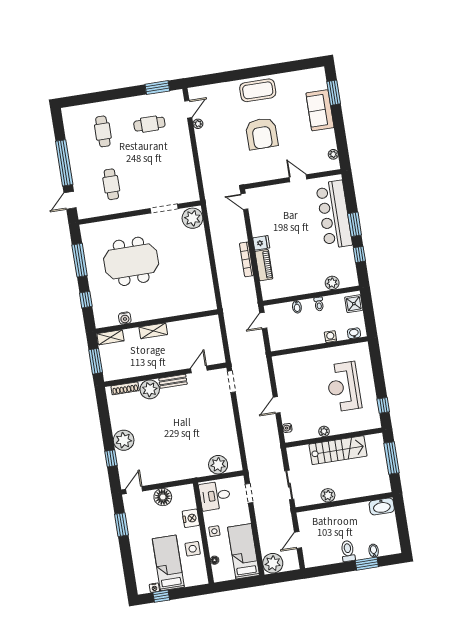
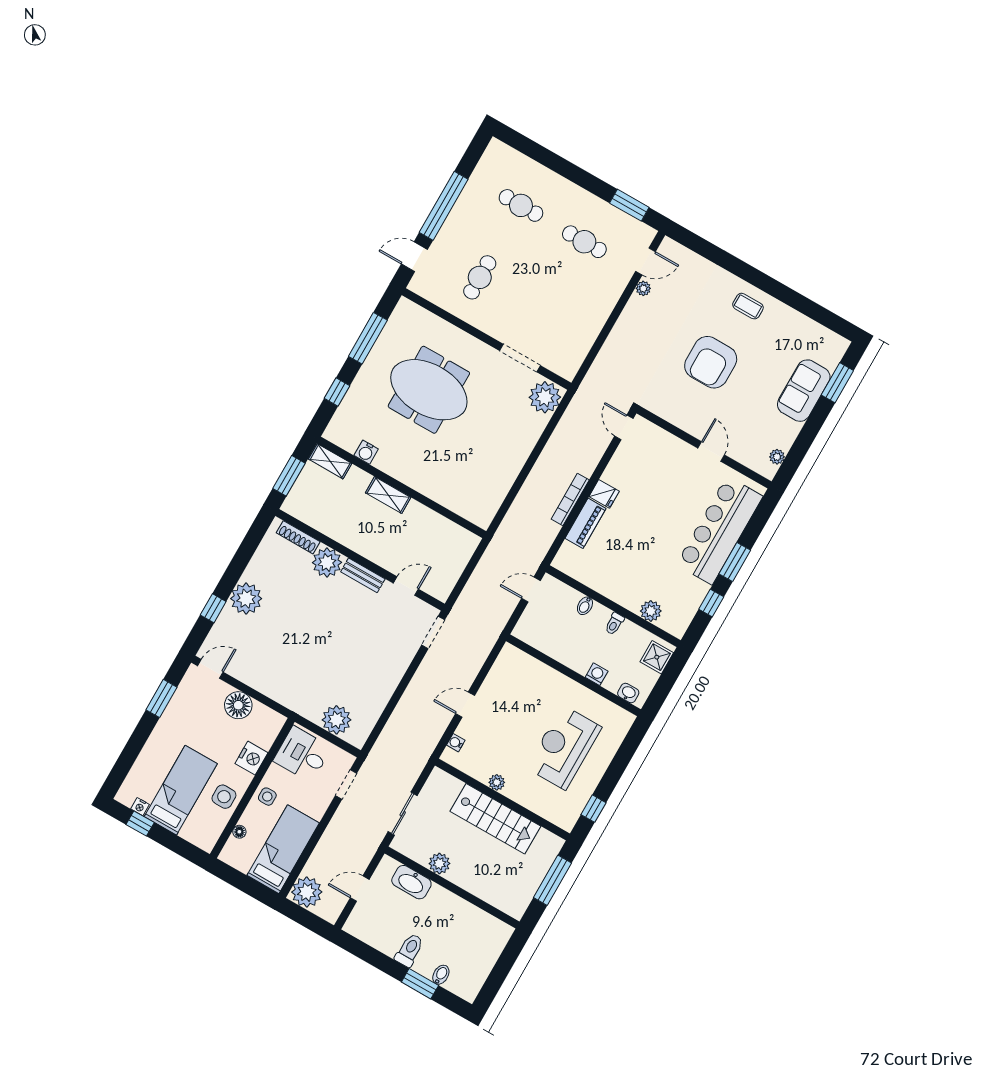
coffee table: (258, 90) -> (748, 306), width x0.54, depth x0.58
cafe table: (103, 131) -> (521, 205), turned 90
washbasin: (382, 506) -> (411, 882), moved

